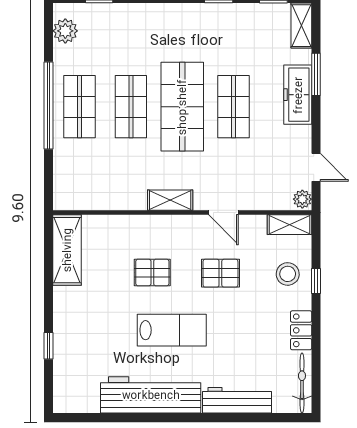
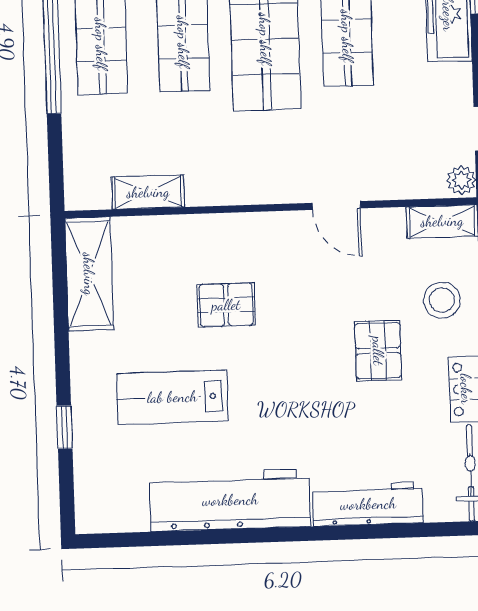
shelving: (170, 200) -> (148, 192), moved
pallet: (220, 273) -> (378, 351), moved, turned 90
lab bench: (172, 330) -> (172, 397), moved, turned 180

